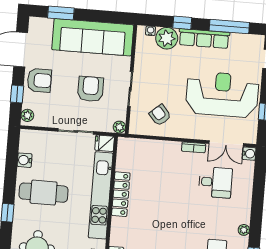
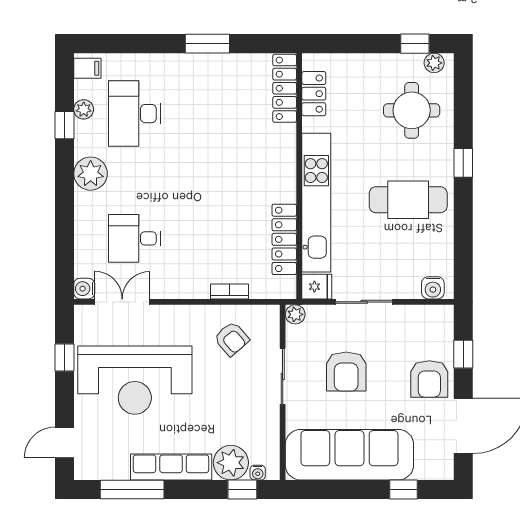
window: (61, 13) -> (404, 490), width x0.67
window: (182, 23) -> (242, 490), moved
armchair: (39, 80) -> (429, 379), turned -90
plant: (27, 115) -> (444, 321), removed
bookcase: (194, 147) -> (229, 291), moved
water cooler: (25, 160) -> (433, 288), moved, turned 90
locker: (121, 194) -> (284, 239), moved
plant: (244, 230) -> (91, 174), width x1.87, depth x1.87

